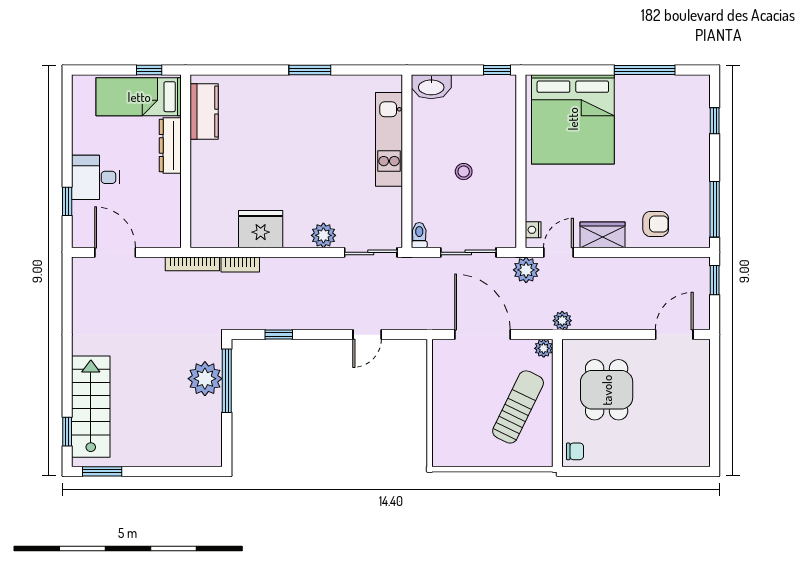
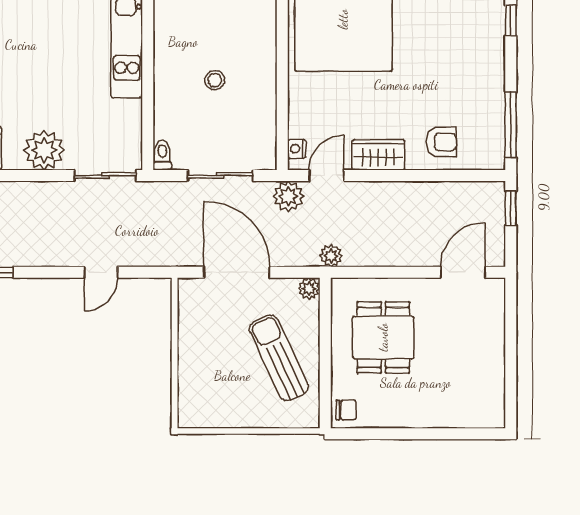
plant: (323, 235) -> (44, 150), width x1.36, depth x1.36
sun lounger: (518, 407) -> (279, 358), turned -51

